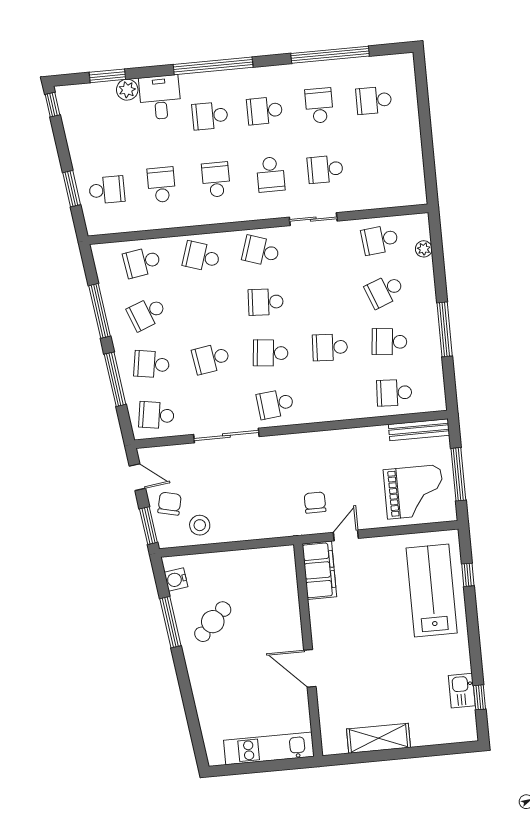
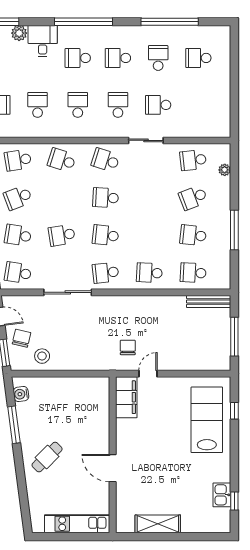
school desk: (271, 174) -> (118, 105), turned 180
school desk: (330, 347) -> (149, 273), moved
grand piano: (414, 492) -> (201, 346), removed
cafe table: (213, 622) -> (47, 457), moved

